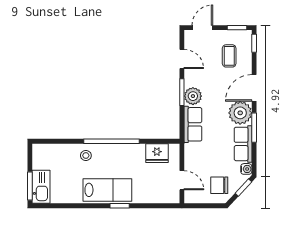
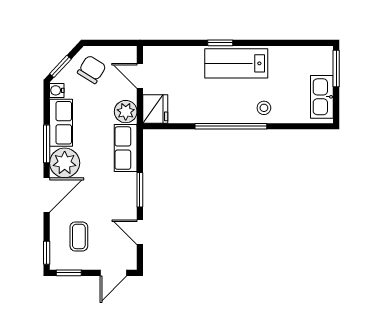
plant: (193, 96) -> (126, 112), moved
fridge: (157, 153) -> (155, 109), moved, turned 90
chair: (219, 185) -> (92, 69), turned -58
kitchen sink: (41, 187) -> (322, 97), moved

